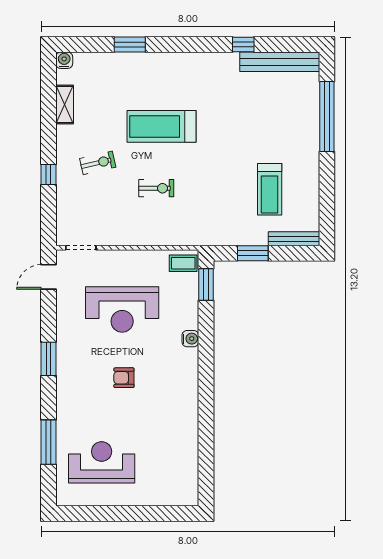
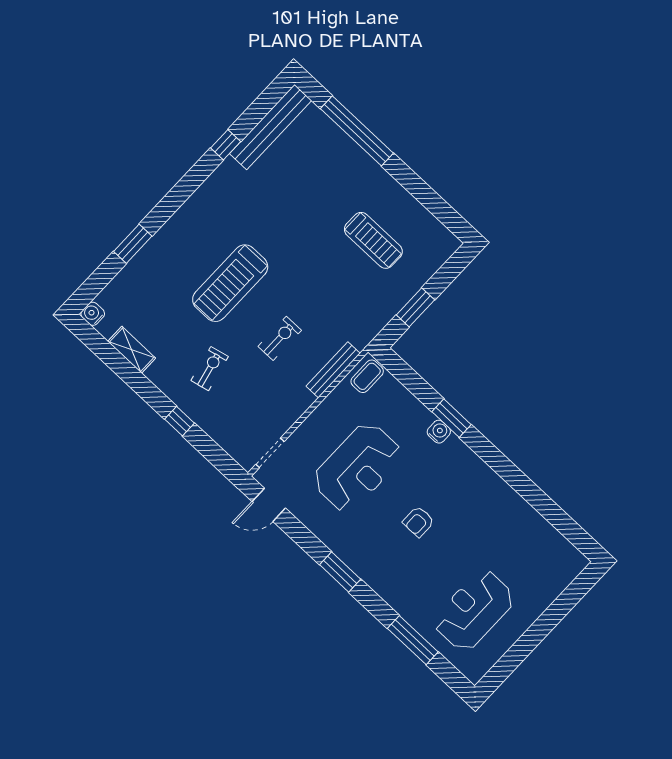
bench: (294, 239) -> (333, 370), moved
door: (48, 277) -> (269, 505), hinge flipped
window: (206, 284) -> (452, 418), moved

